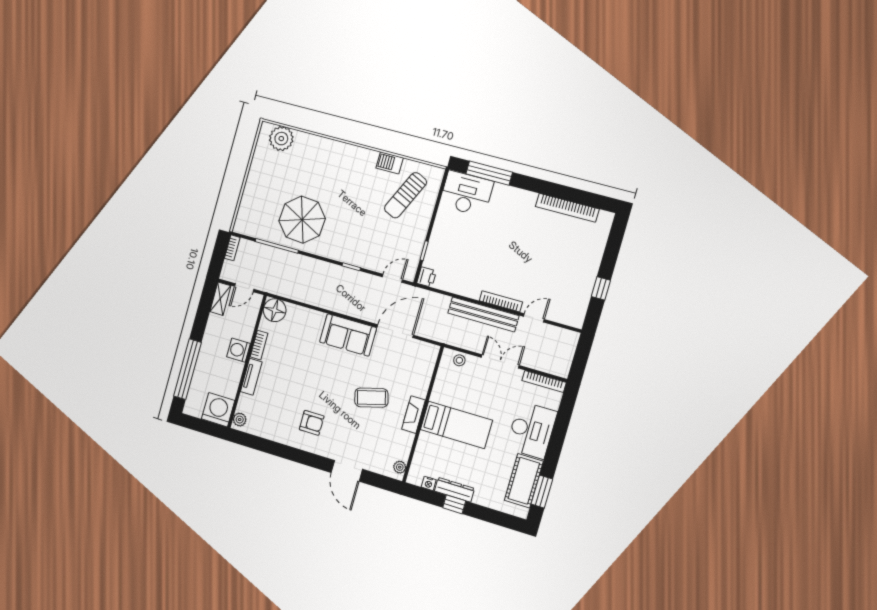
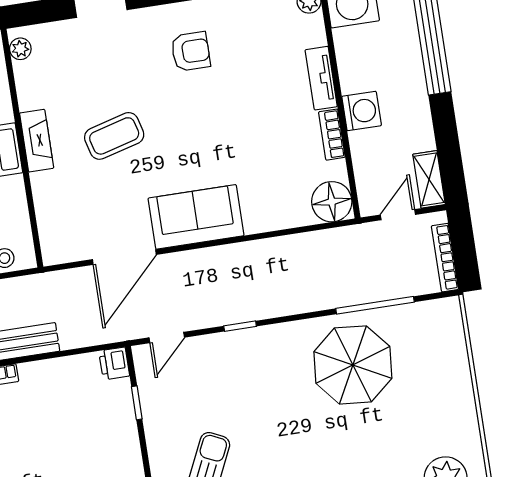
bookcase: (232, 248) -> (445, 258), width x1.56
armchair: (312, 423) -> (191, 51), turned 180

